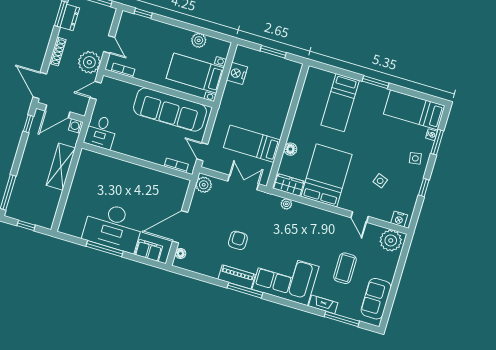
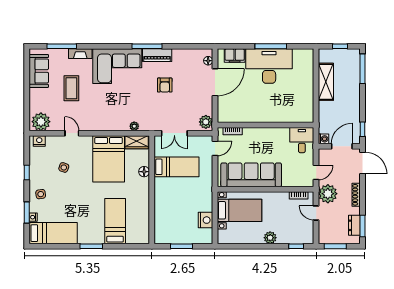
plant: (199, 40) -> (270, 238), moved
door: (202, 152) -> (215, 148), hinge flipped
shelving: (61, 167) -> (326, 82), moved

